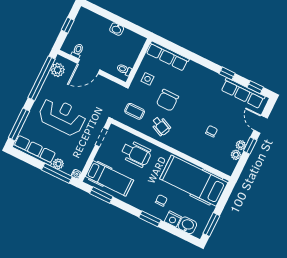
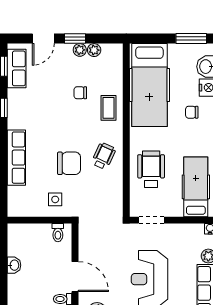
row of seats: (168, 56) -> (16, 158), moved
row of seats: (243, 93) -> (17, 68), width x0.68
coffee table: (135, 111) -> (108, 108), moved

